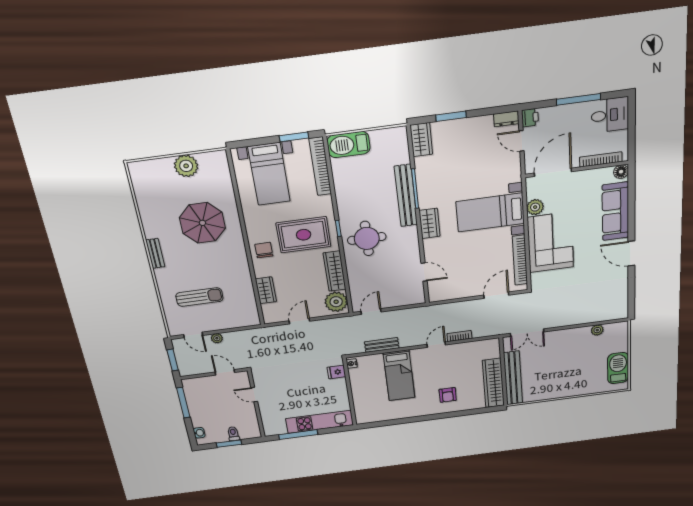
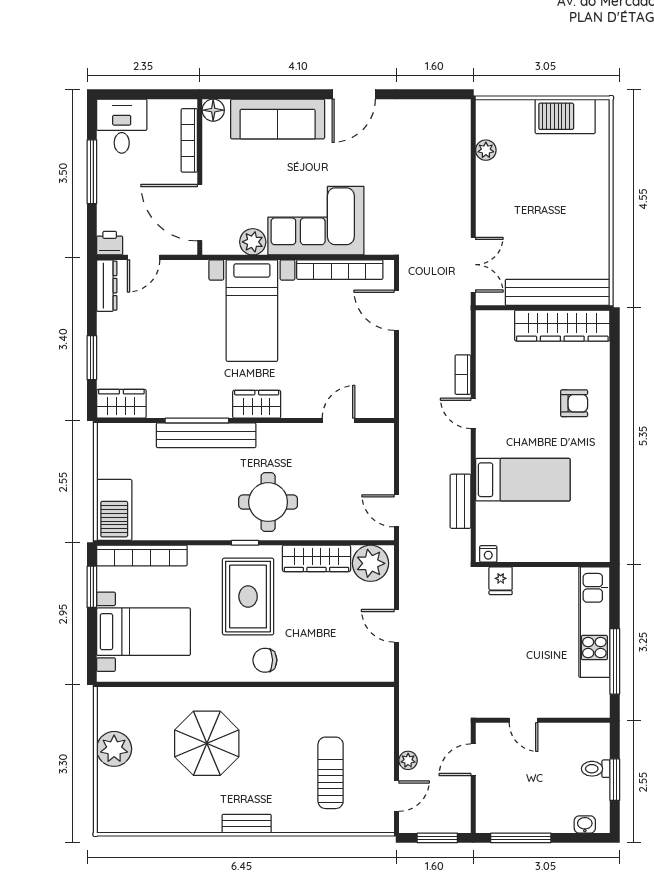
dresser: (506, 119) -> (107, 286), width x1.44
wardrobe: (266, 290) -> (334, 669), removed
door: (254, 395) -> (524, 720), hinge flipped

